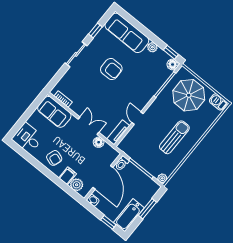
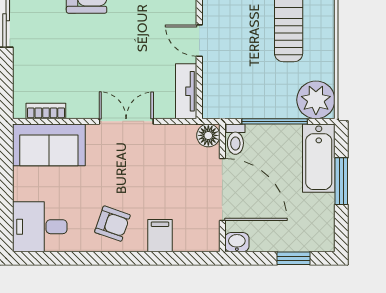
floor lamp: (99, 142) -> (208, 135), moved
plant: (162, 178) -> (316, 100), width x1.88, depth x1.88
plant: (77, 185) -> (188, 238), removed
bathtub: (129, 215) -> (319, 158), moved

